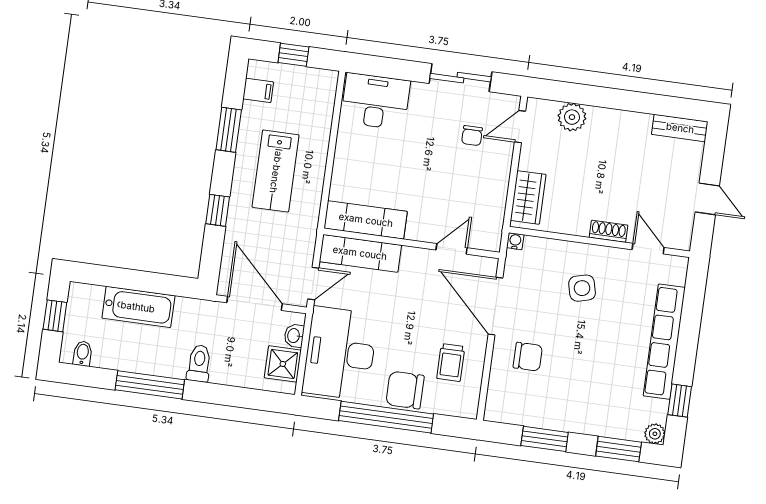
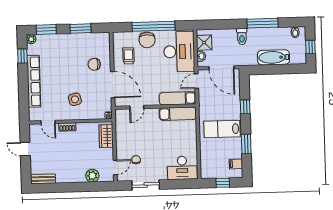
lab bench: (276, 171) -> (222, 129), turned -90
chair: (405, 390) -> (147, 40), turned 90

